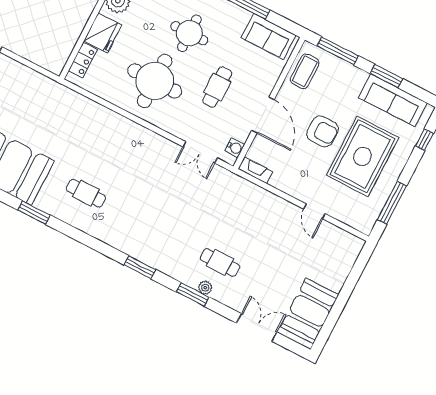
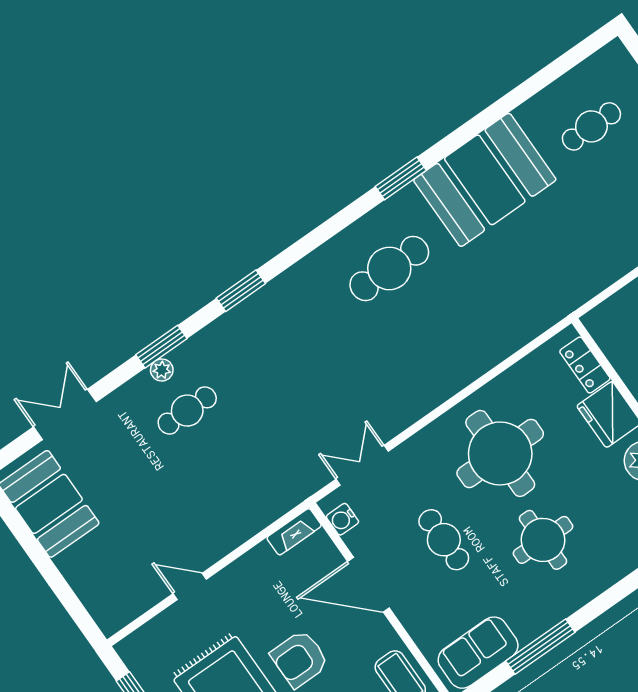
cafe table: (86, 193) -> (389, 268), width x1.37, depth x1.35
double door: (257, 328) -> (65, 414), swing flipped

